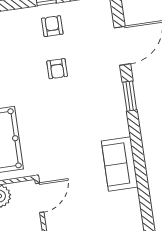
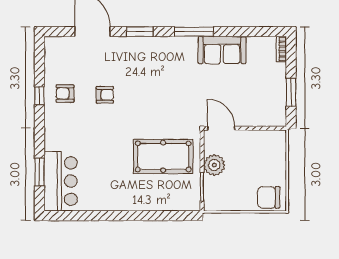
window: (138, 154) -> (194, 32), added
sofa: (120, 164) -> (222, 50), moved

